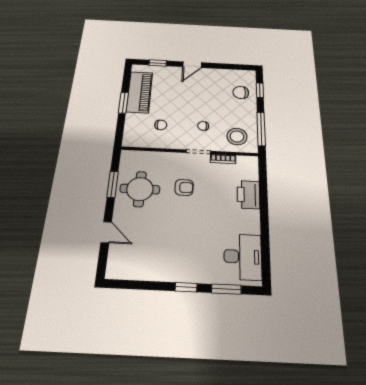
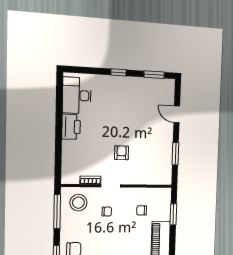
window: (123, 103) -> (173, 214), moved
armchair: (184, 187) -> (122, 153), turned 90
round table: (140, 189) -> (155, 150), removed
printer: (248, 195) -> (71, 127), moved
window: (226, 289) -> (154, 75), moved

